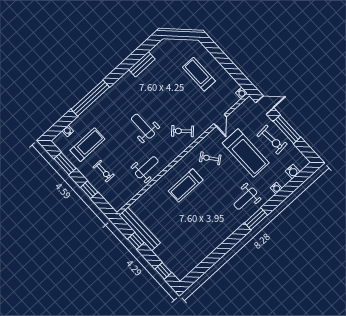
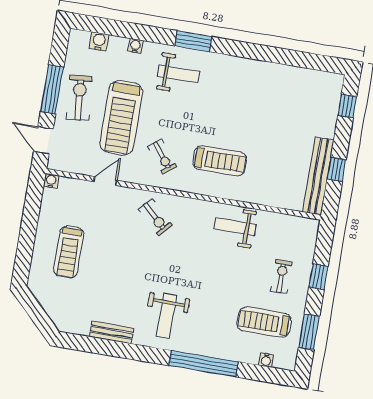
weight bench: (143, 126) -> (166, 316), moved
treadmill: (246, 153) -> (121, 118), turned 180

